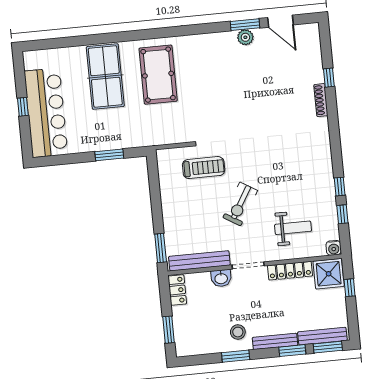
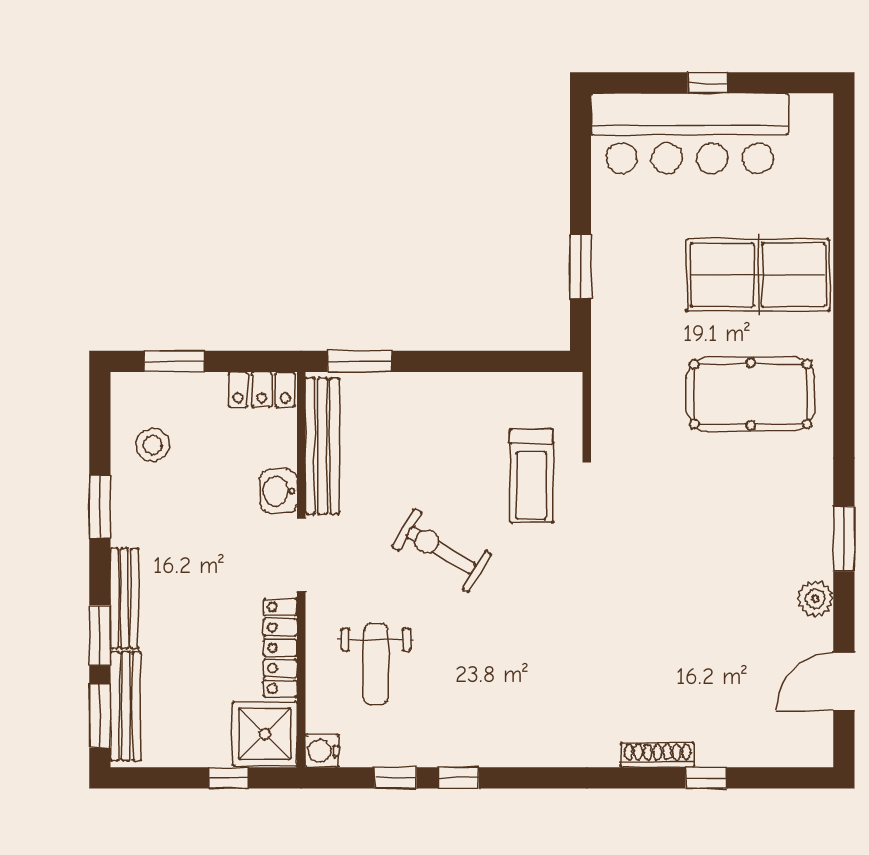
window: (245, 25) -> (844, 539), moved
stool: (238, 332) -> (153, 445), moved

